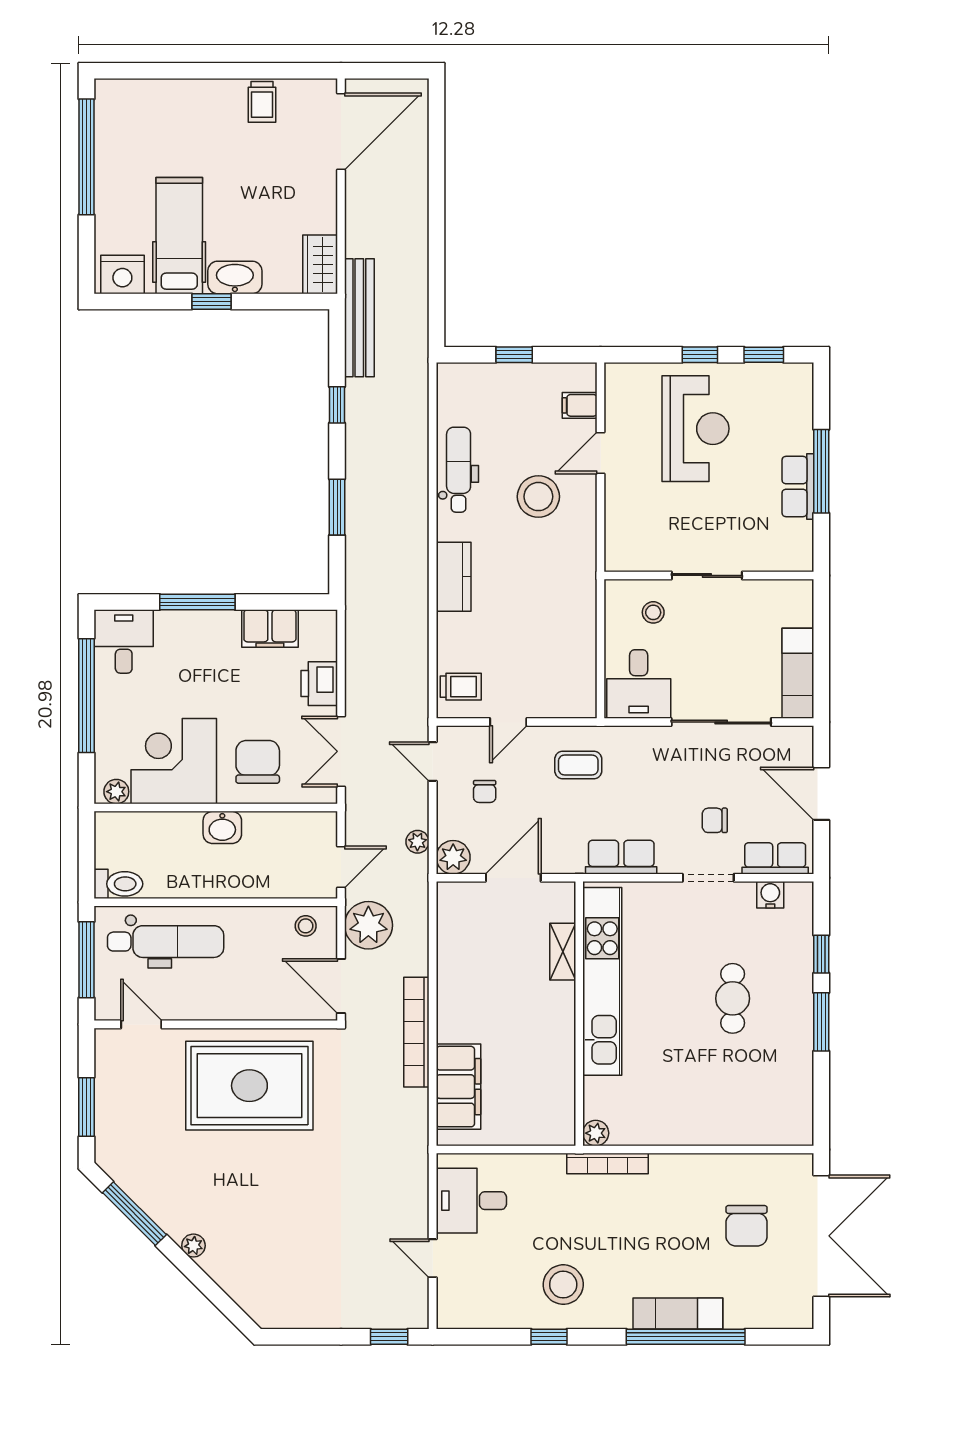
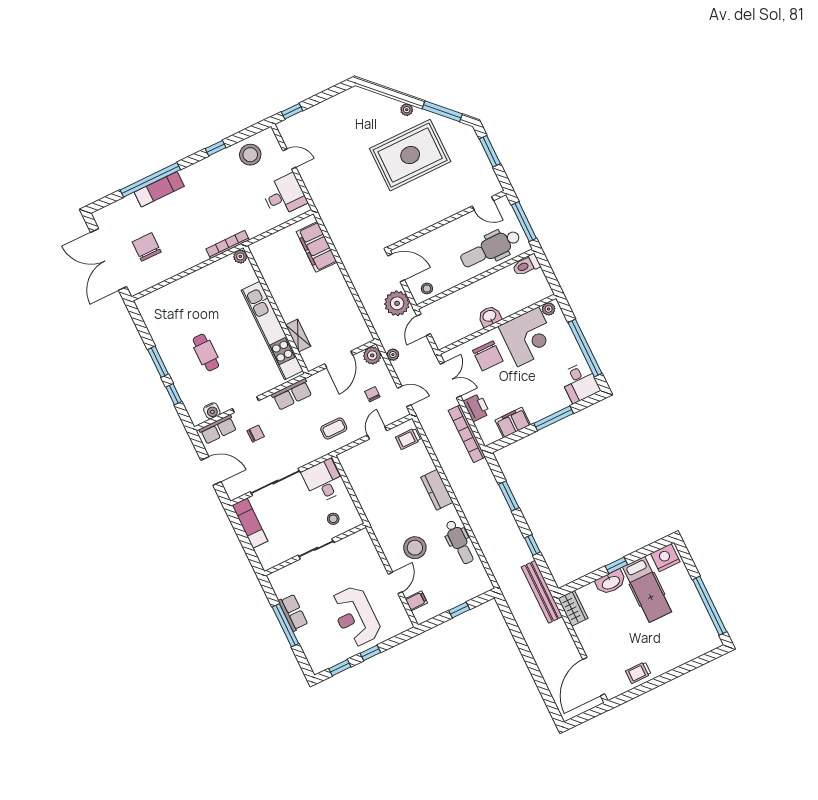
trolley: (262, 102) -> (638, 673), turned -90
bookcase: (416, 1032) -> (467, 434), moved, turned 180
rug: (249, 1086) -> (410, 155), moved
stool: (563, 1285) -> (250, 155), moved

